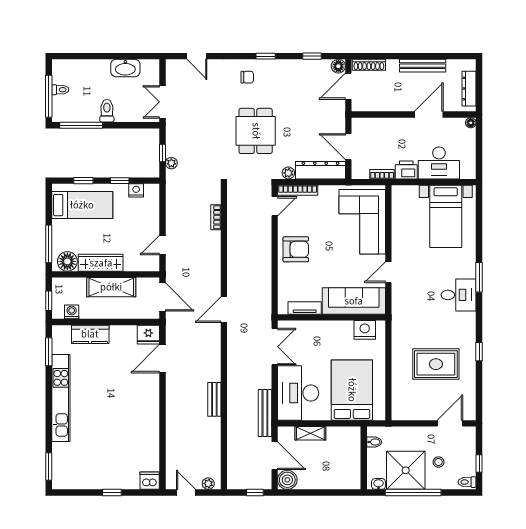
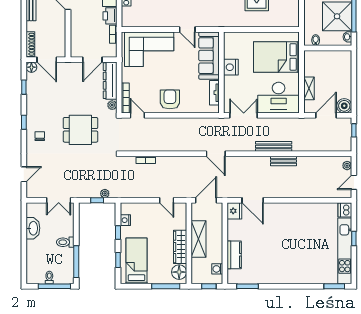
nightstand: (365, 330) -> (231, 67), moved
kitchen unit: (61, 398) -> (345, 251), moved, turned -90
bench: (265, 413) -> (274, 146), moved

